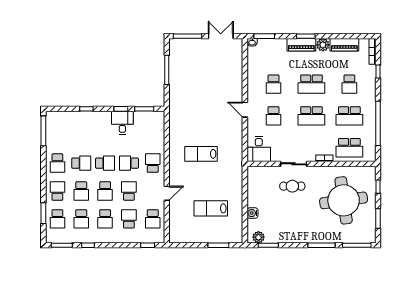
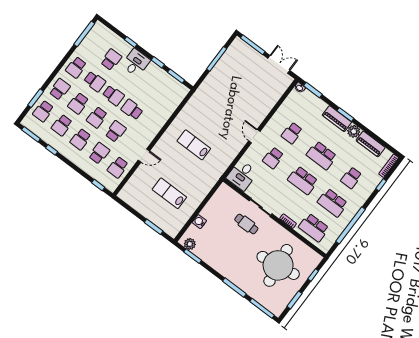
desk: (122, 123) -> (136, 63), moved
school desk: (153, 163) -> (111, 60), moved

